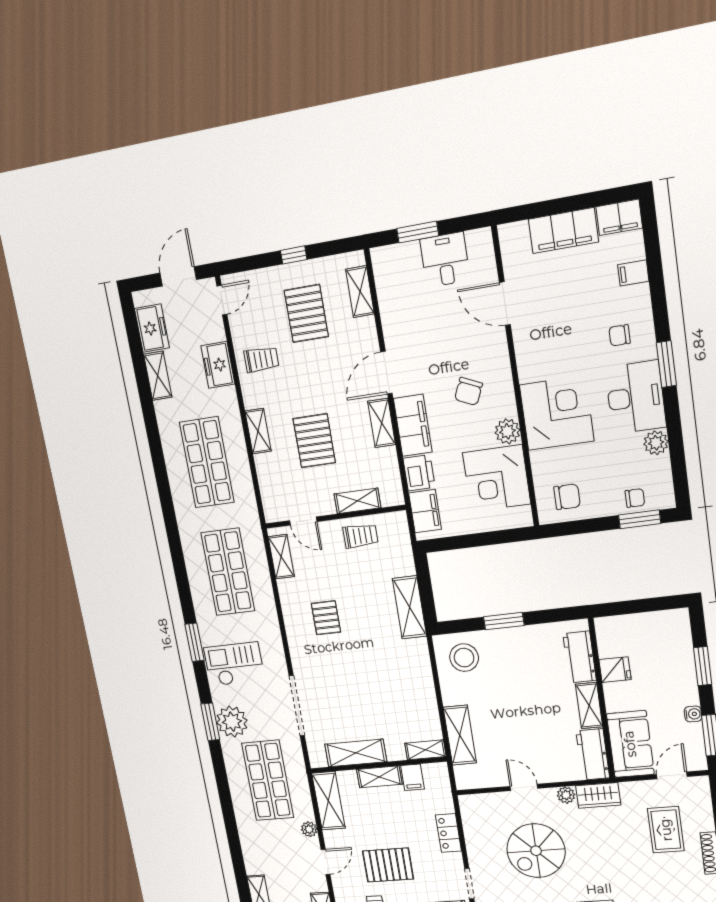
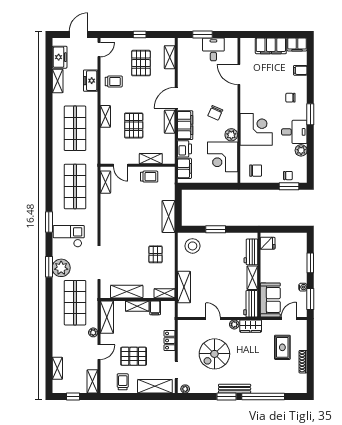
desk: (636, 397) -> (294, 132), width x0.73
pallet: (326, 618) -> (156, 254), moved
fridge: (615, 670) -> (268, 243), moved

